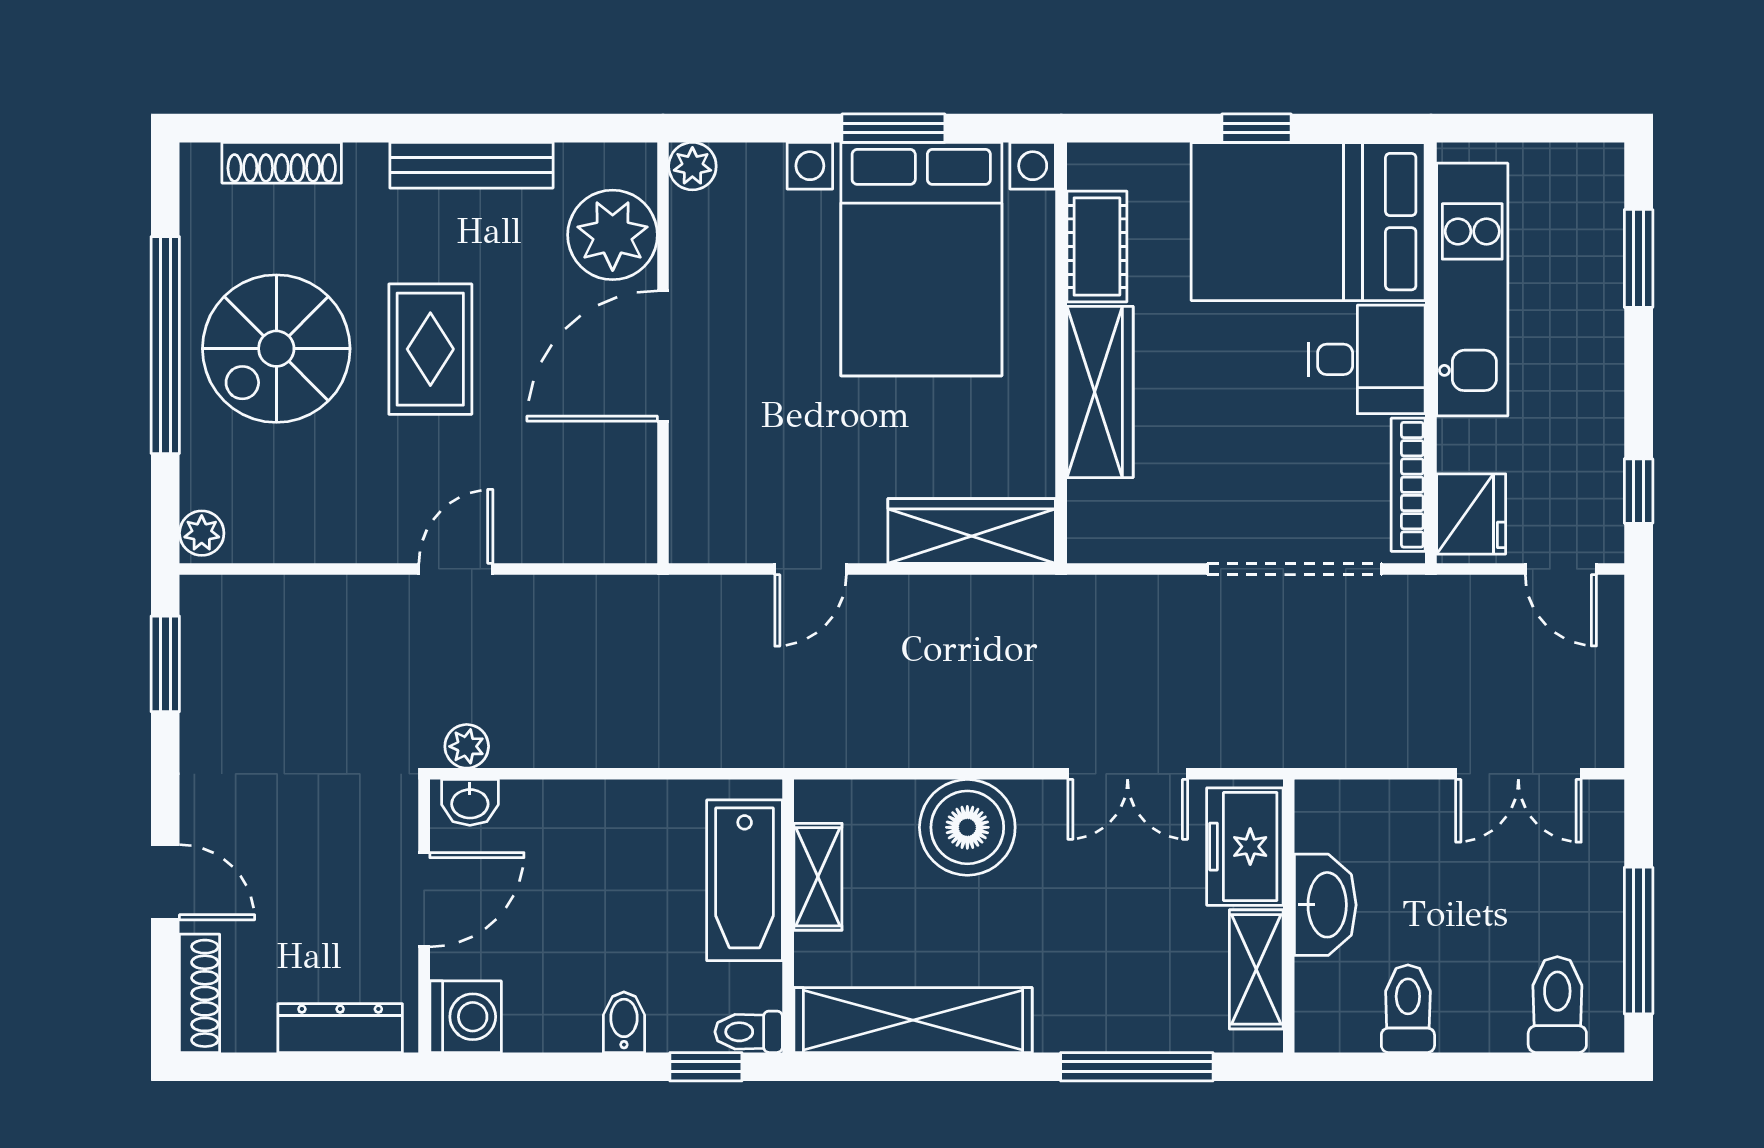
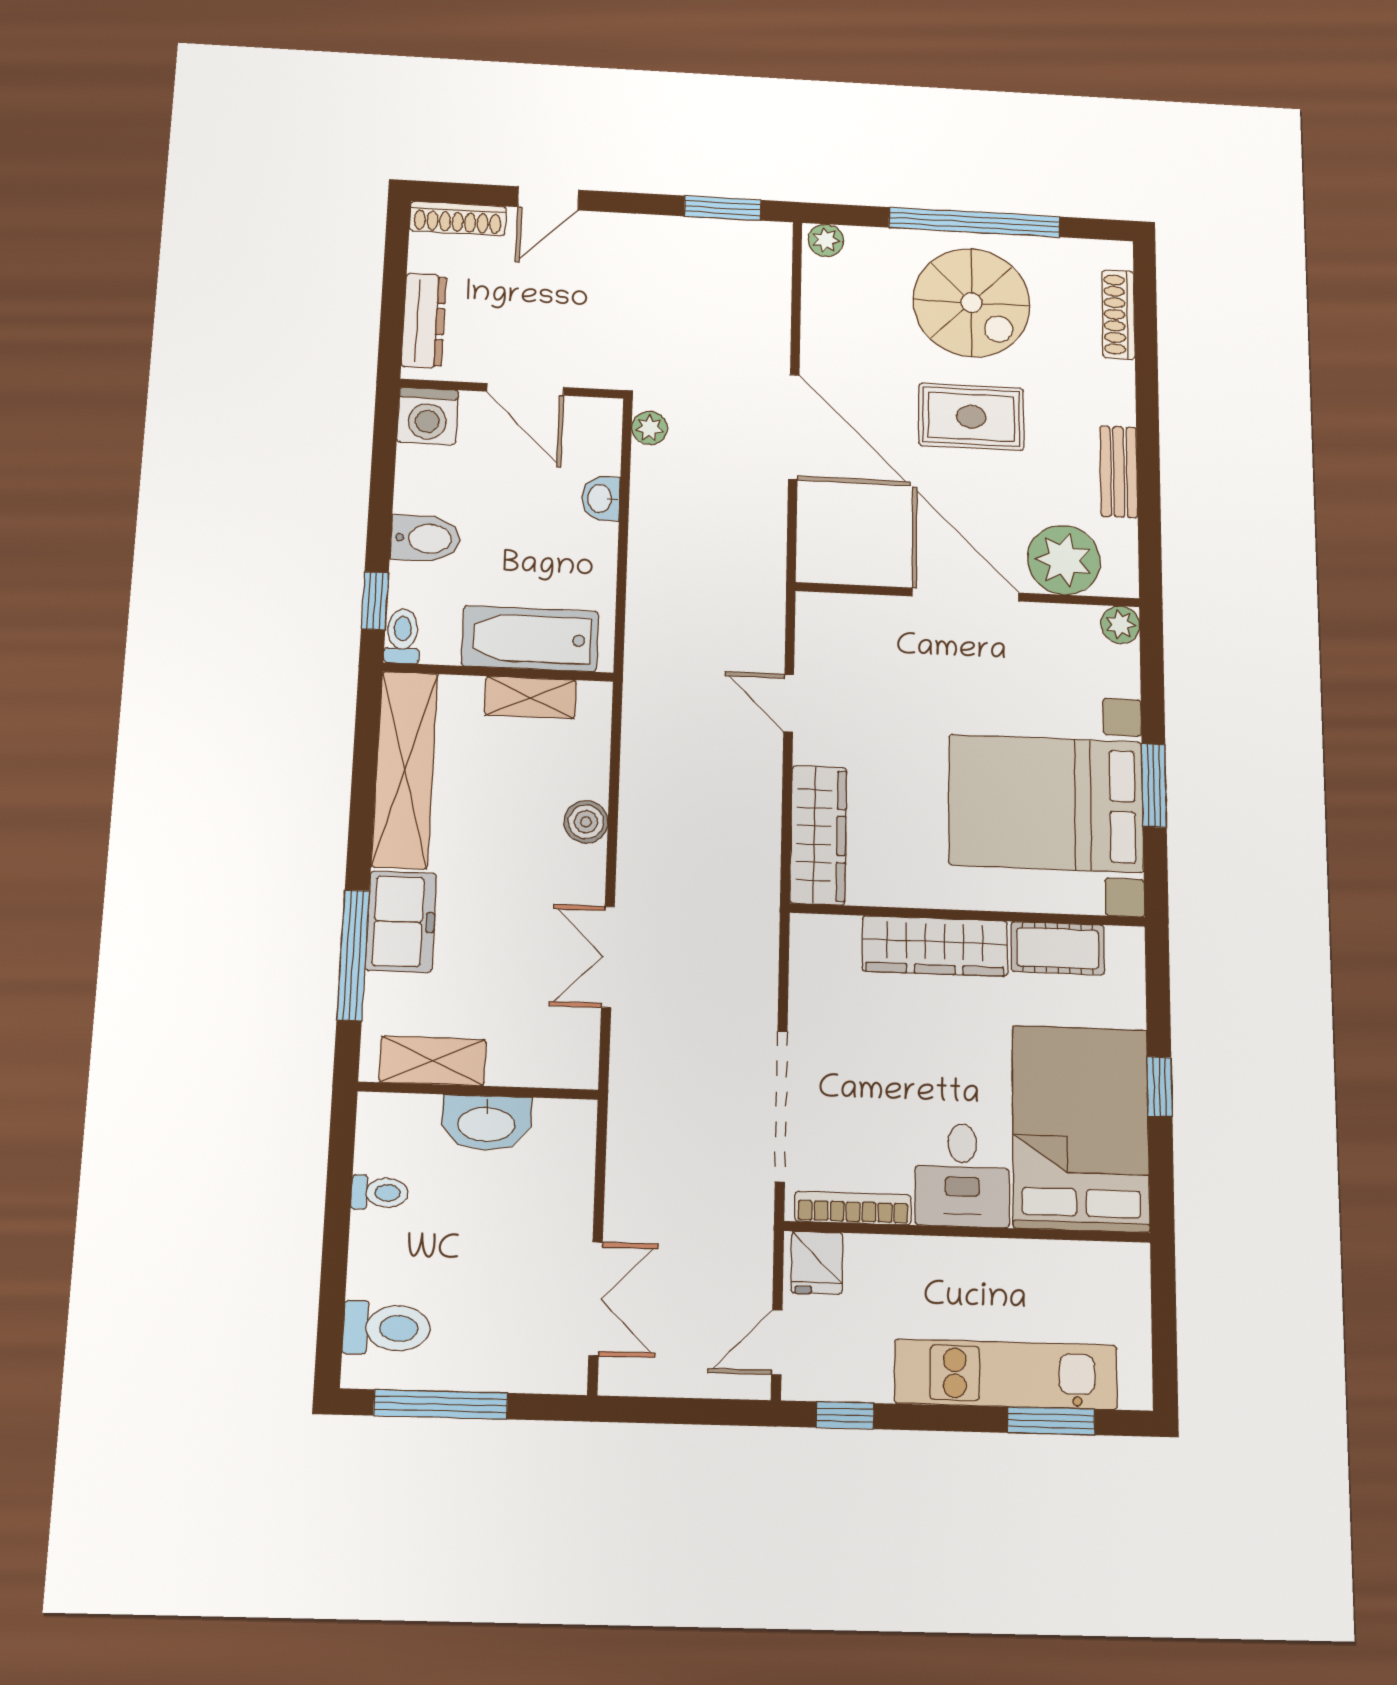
bench: (471, 165) -> (1119, 472), width x0.73
kitchen unit: (1472, 290) -> (1006, 1374), moved, turned 180
spiral stairs: (276, 349) -> (972, 303), turned 180
fridge: (1471, 514) -> (817, 1263), width x0.72
door: (456, 569) -> (794, 427), width x1.88
double door: (1518, 774) -> (596, 1299), swing flipped
washbasin: (470, 802) -> (601, 499), moved
boiler: (967, 827) -> (586, 822), width x0.54, depth x0.54
freezer: (1245, 847) -> (401, 922), moved, turned 90
toilet: (1408, 1009) -> (380, 1193), width x0.73, depth x0.72
bidet: (624, 1022) -> (425, 538), width x1.38, depth x1.36

